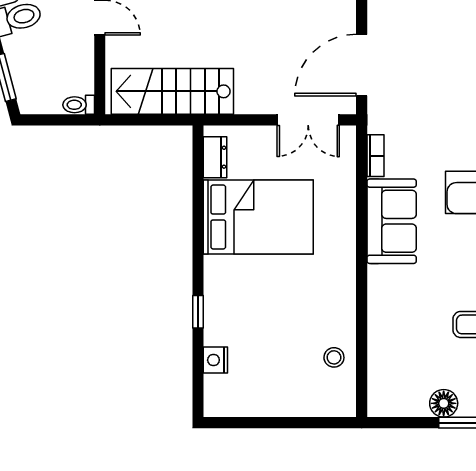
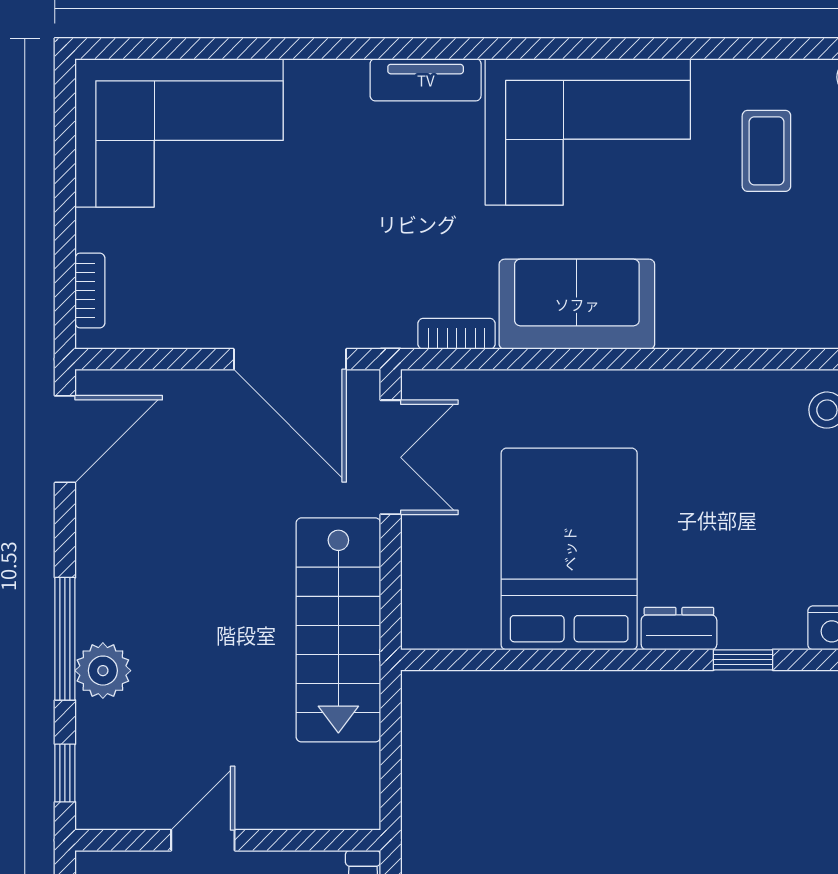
stairs: (172, 91) -> (338, 630), moved
dresser: (215, 157) -> (679, 629), moved

